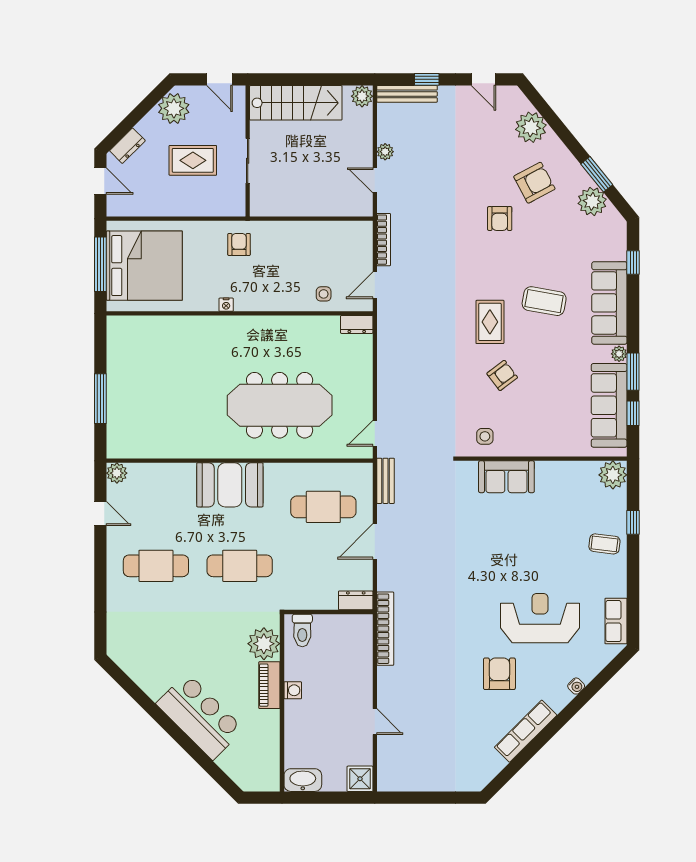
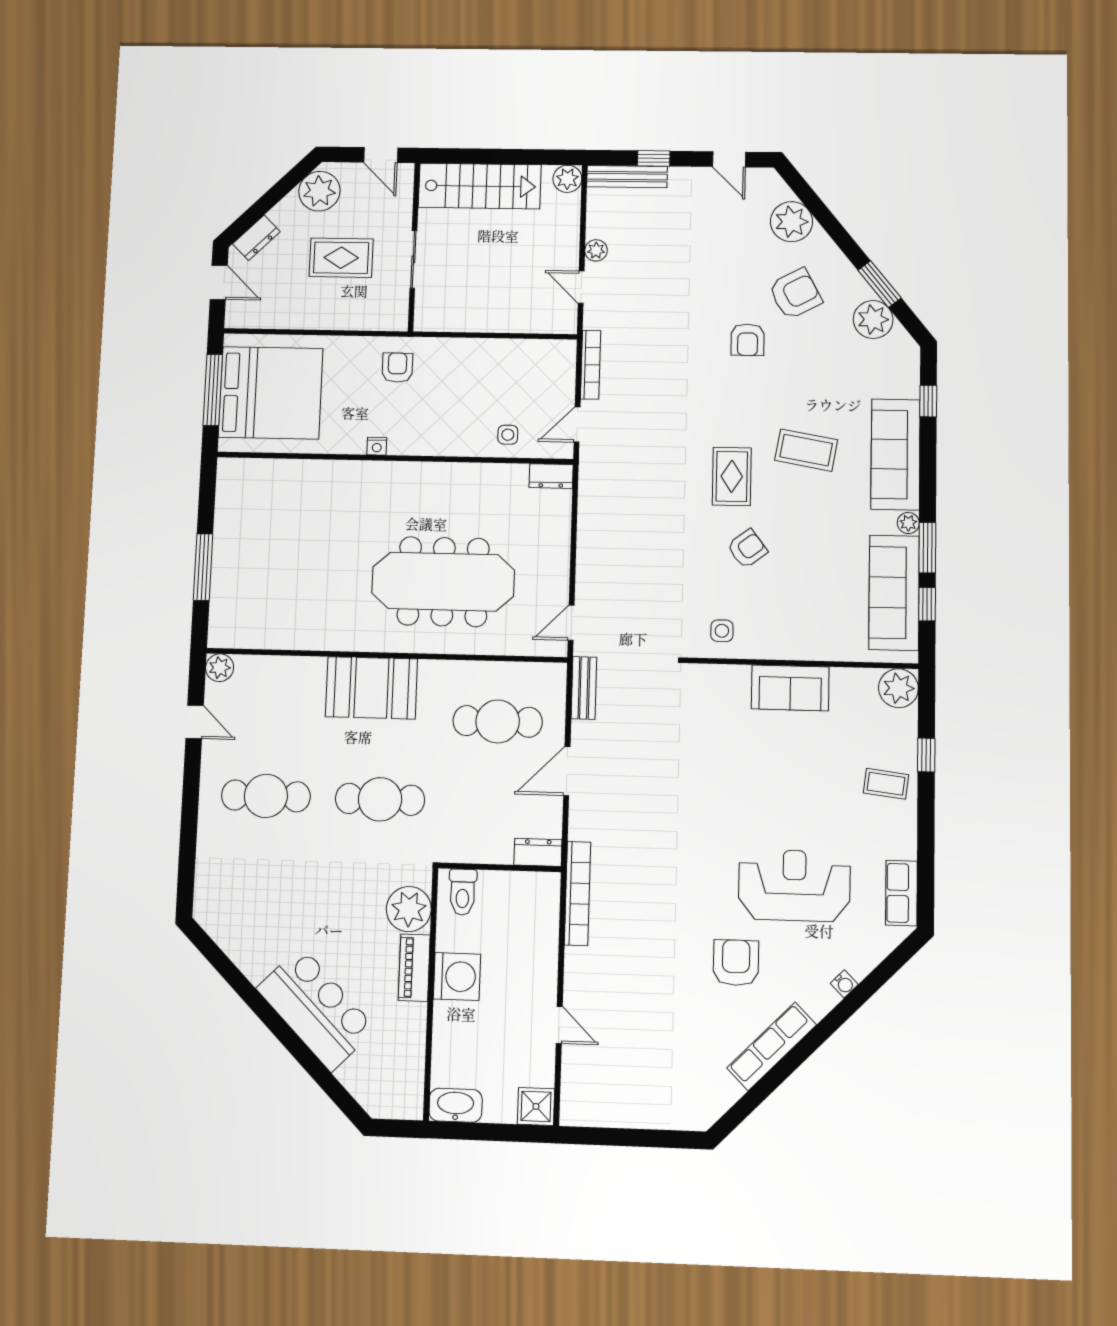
sofa: (506, 477) -> (790, 688), moved
washing machine: (293, 690) -> (457, 977), width x1.89, depth x1.89

